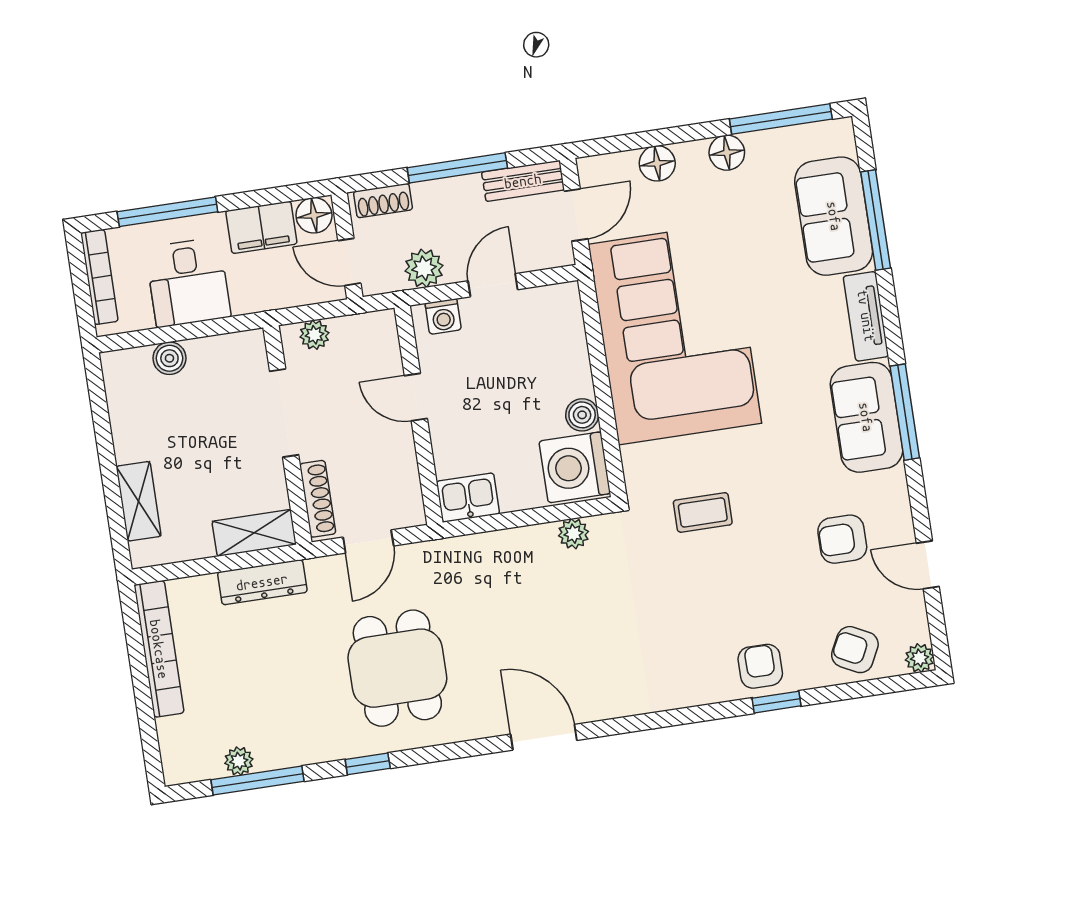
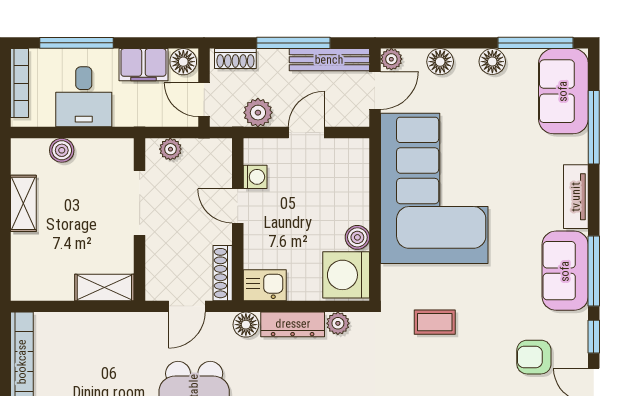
plant: (592, 170) -> (391, 59), added
bench: (523, 181) -> (329, 60), width x1.36
sofa: (834, 216) -> (563, 91), moved
washing machine: (443, 316) -> (255, 177), moved, turned -90
shoe rack: (318, 499) -> (223, 273), moved, turned 180
window: (918, 500) -> (594, 337), added
shelving: (139, 501) -> (23, 203), moved
floor lamp: (451, 554) -> (246, 325), added
dresser: (262, 582) -> (293, 324), moved

